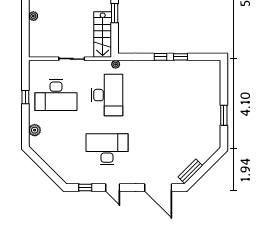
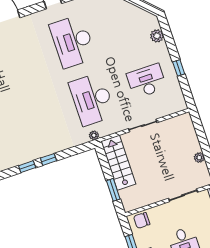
desk: (56, 95) -> (147, 81), width x0.73, depth x0.77
desk: (107, 149) -> (73, 41), turned 90

